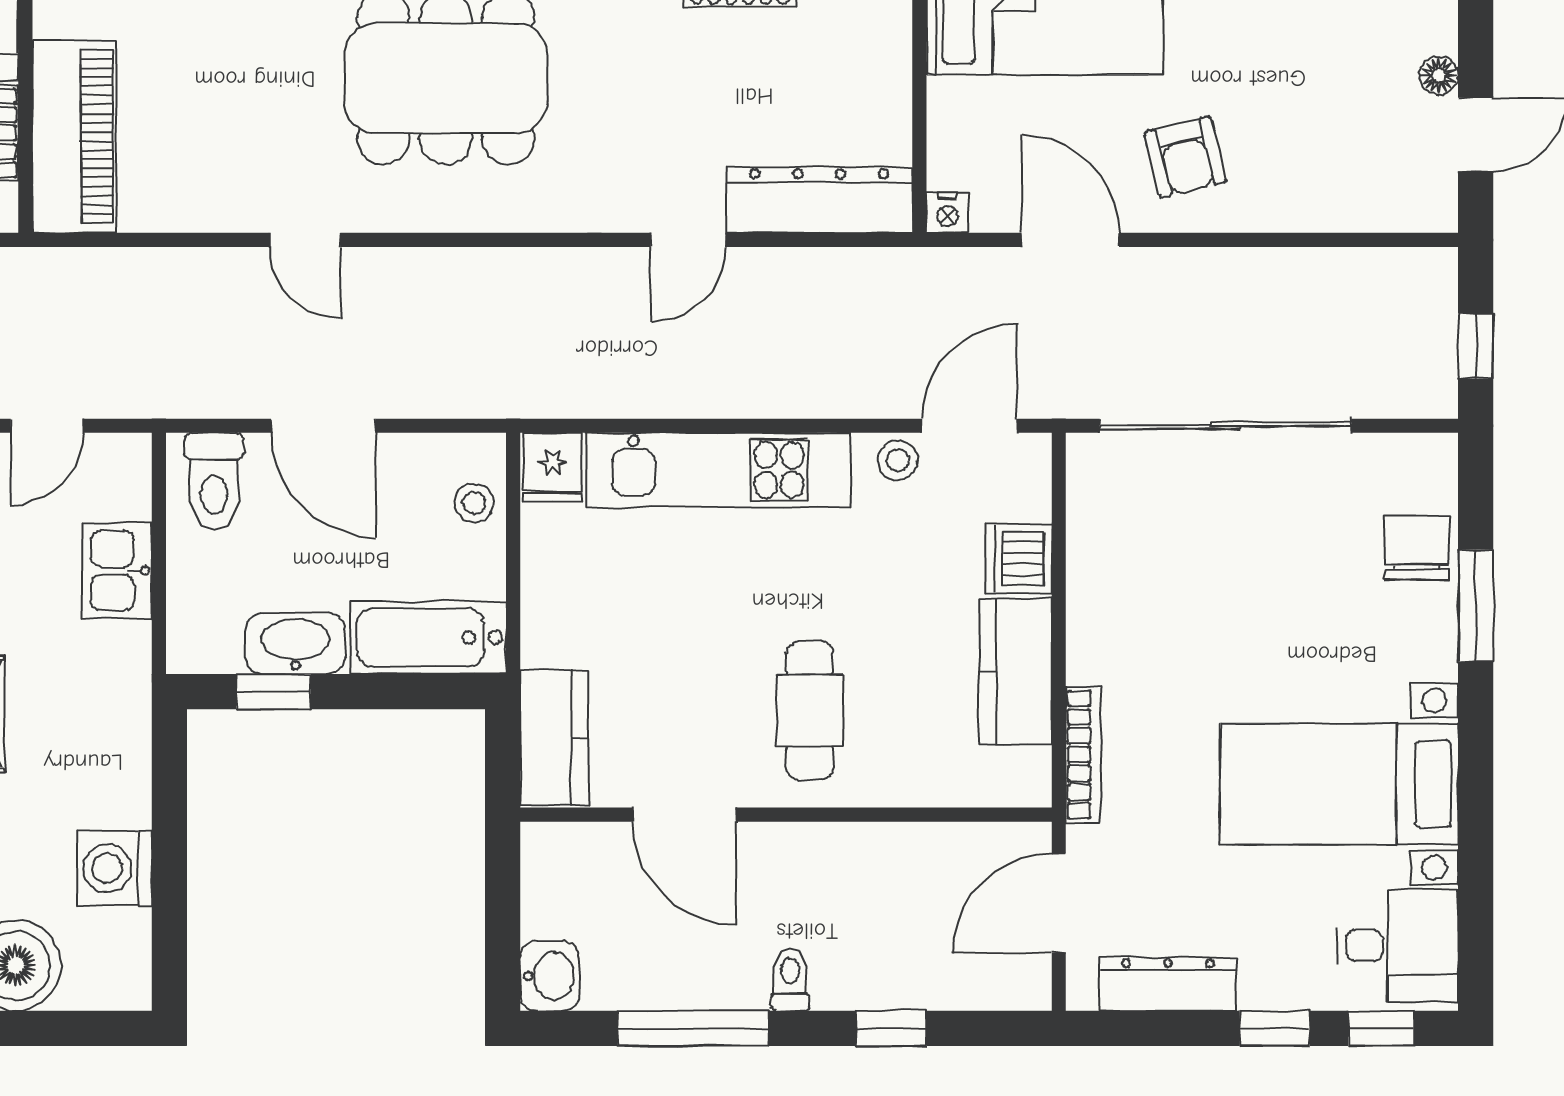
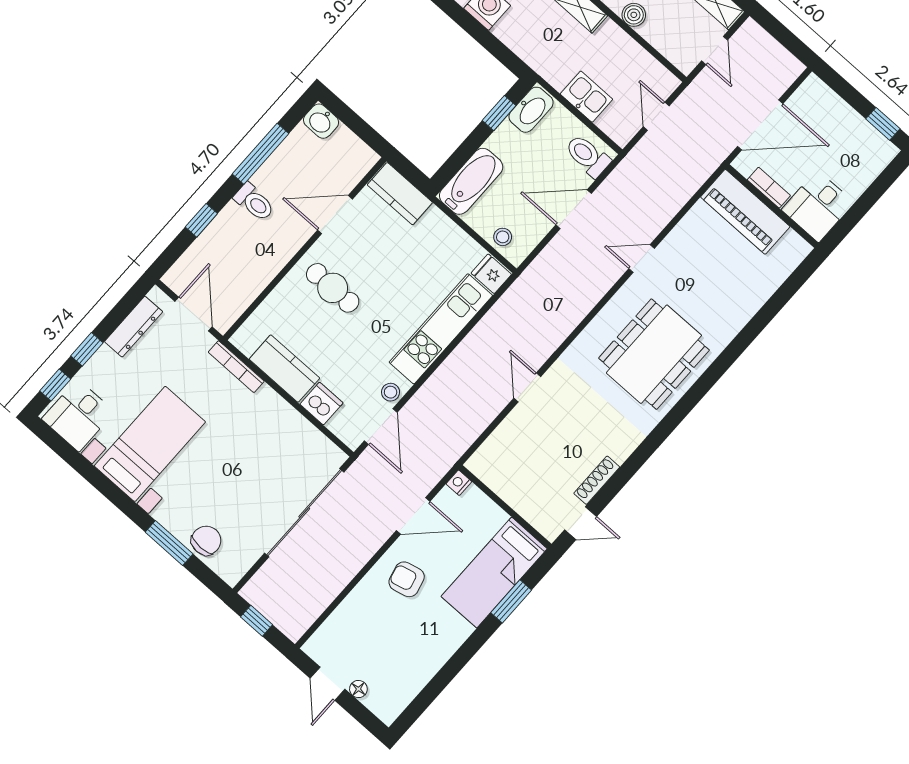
dresser: (819, 200) -> (502, 443), removed
chair: (1417, 548) -> (206, 541), turned -90
washbasin: (295, 644) -> (531, 110), moved
toilet: (790, 980) -> (254, 202), width x1.37, depth x1.39

